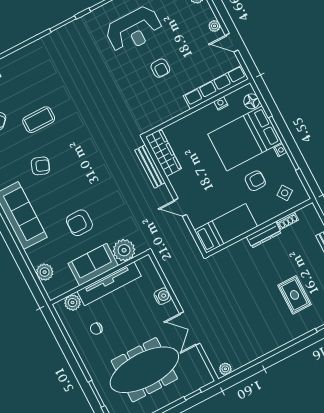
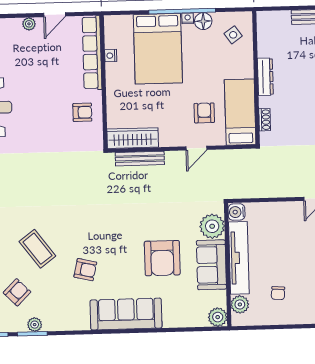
armchair: (160, 68) -> (82, 112), moved
floor lamp: (252, 101) -> (203, 21), moved
coffee table: (39, 120) -> (37, 249), turned -37
armchair: (40, 166) -> (85, 270), turned 83
armchair: (255, 181) -> (204, 113), moved
shoe rack: (288, 220) -> (265, 120), moved
armchair: (79, 223) -> (162, 258), width x1.36, depth x1.36
plant: (45, 272) -> (218, 317), moved
water cooler: (163, 296) -> (237, 212), moved, turned -90

